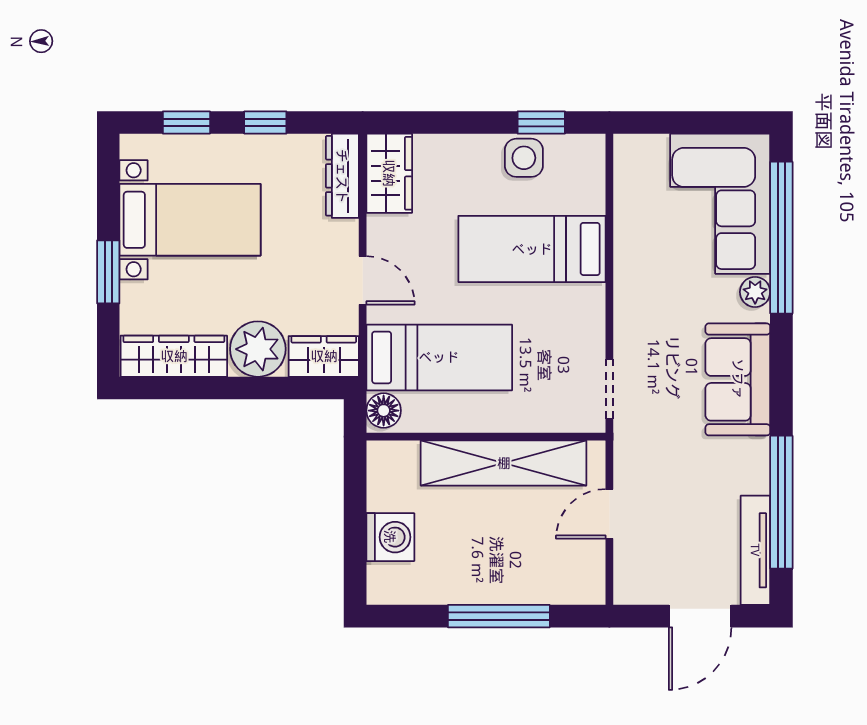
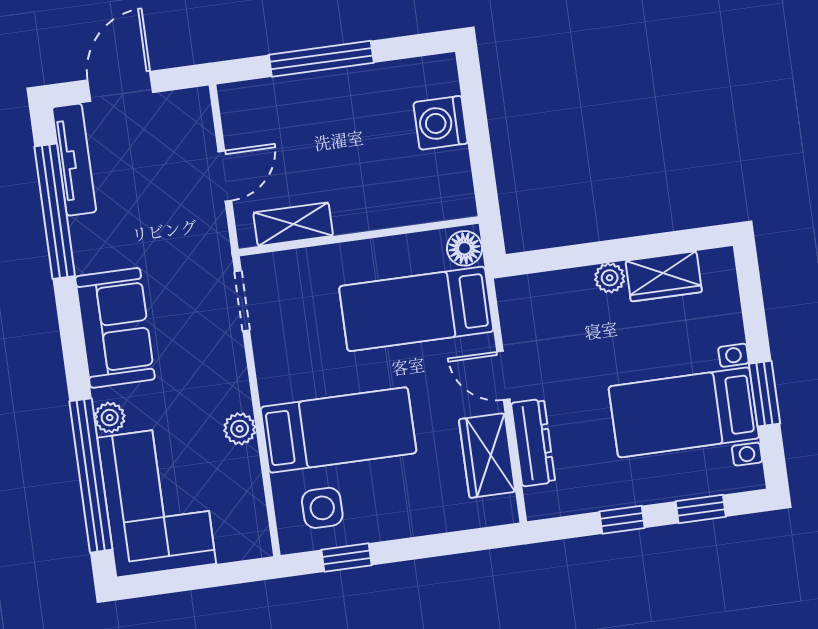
side table: (524, 158) -> (322, 508), moved
wardrobe: (389, 173) -> (487, 456), moved
dresser: (342, 176) -> (533, 443), moved
plant: (629, 263) -> (240, 429), added
window: (108, 272) -> (764, 394), moved
plant: (258, 349) -> (610, 278), width x0.53, depth x0.53
wardrobe: (174, 356) -> (664, 276), width x0.67
wardrobe: (324, 356) -> (532, 294), removed
shelving: (504, 463) -> (293, 224), width x0.45, depth x0.75

